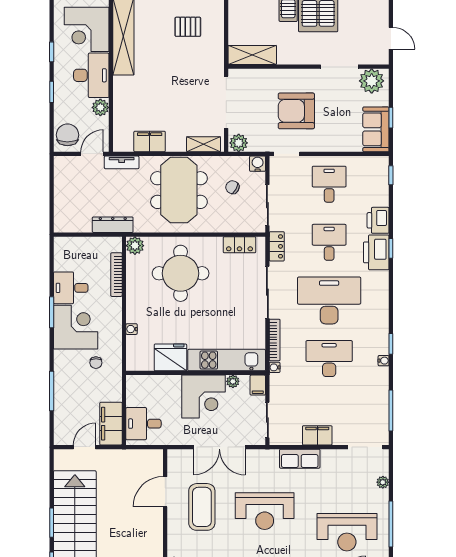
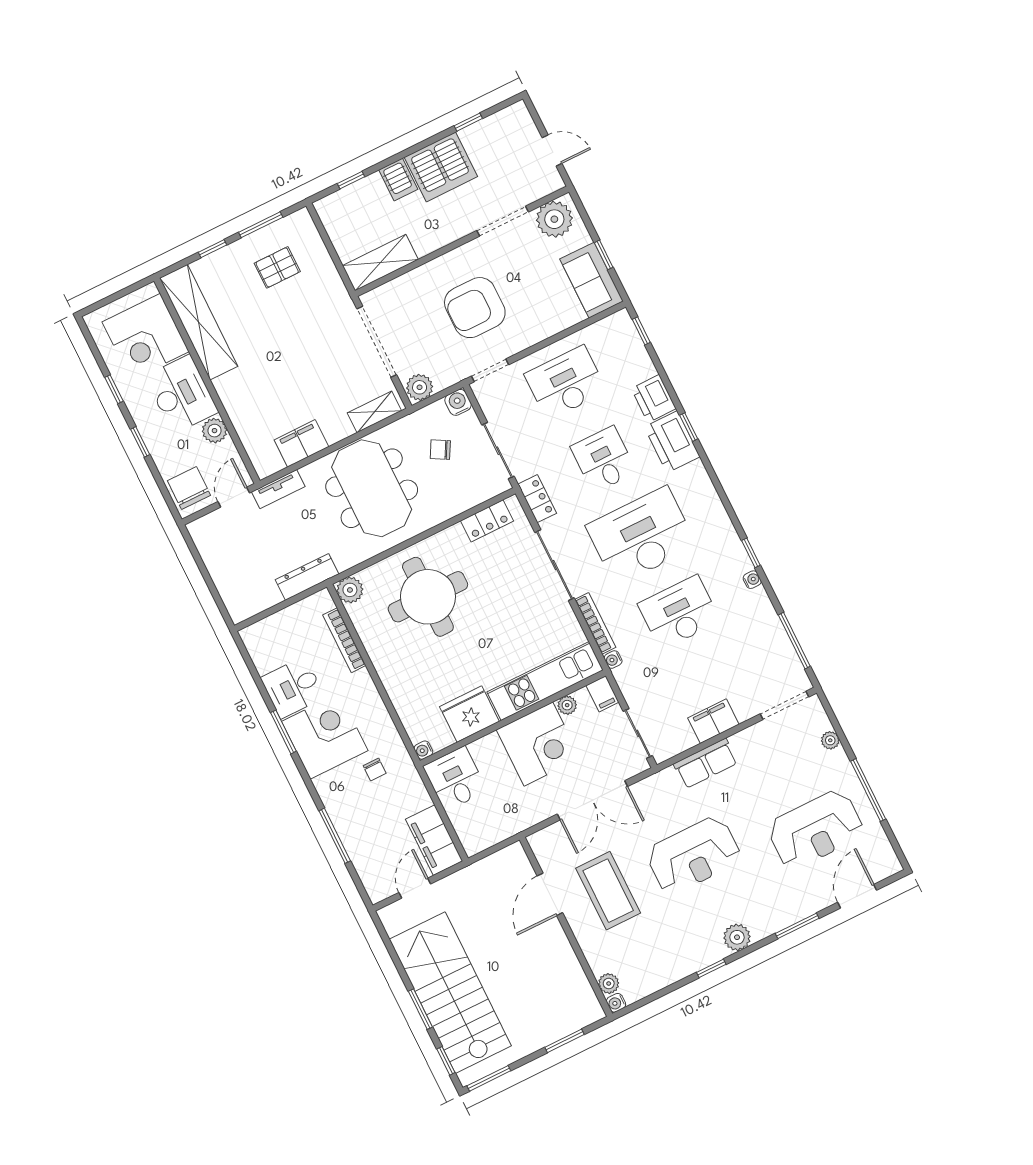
desk: (329, 184) -> (566, 383), width x1.37
water cooler: (132, 329) -> (423, 750), moved
desk: (144, 424) -> (455, 779), moved, turned 90

